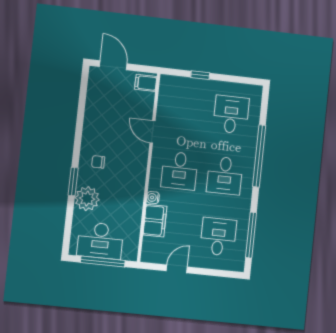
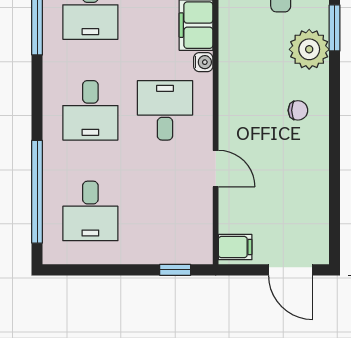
window: (200, 75) -> (175, 270), moved
window: (259, 156) -> (37, 192), moved
desk: (225, 175) -> (90, 110), turned 180
window: (73, 182) -> (335, 28), moved

